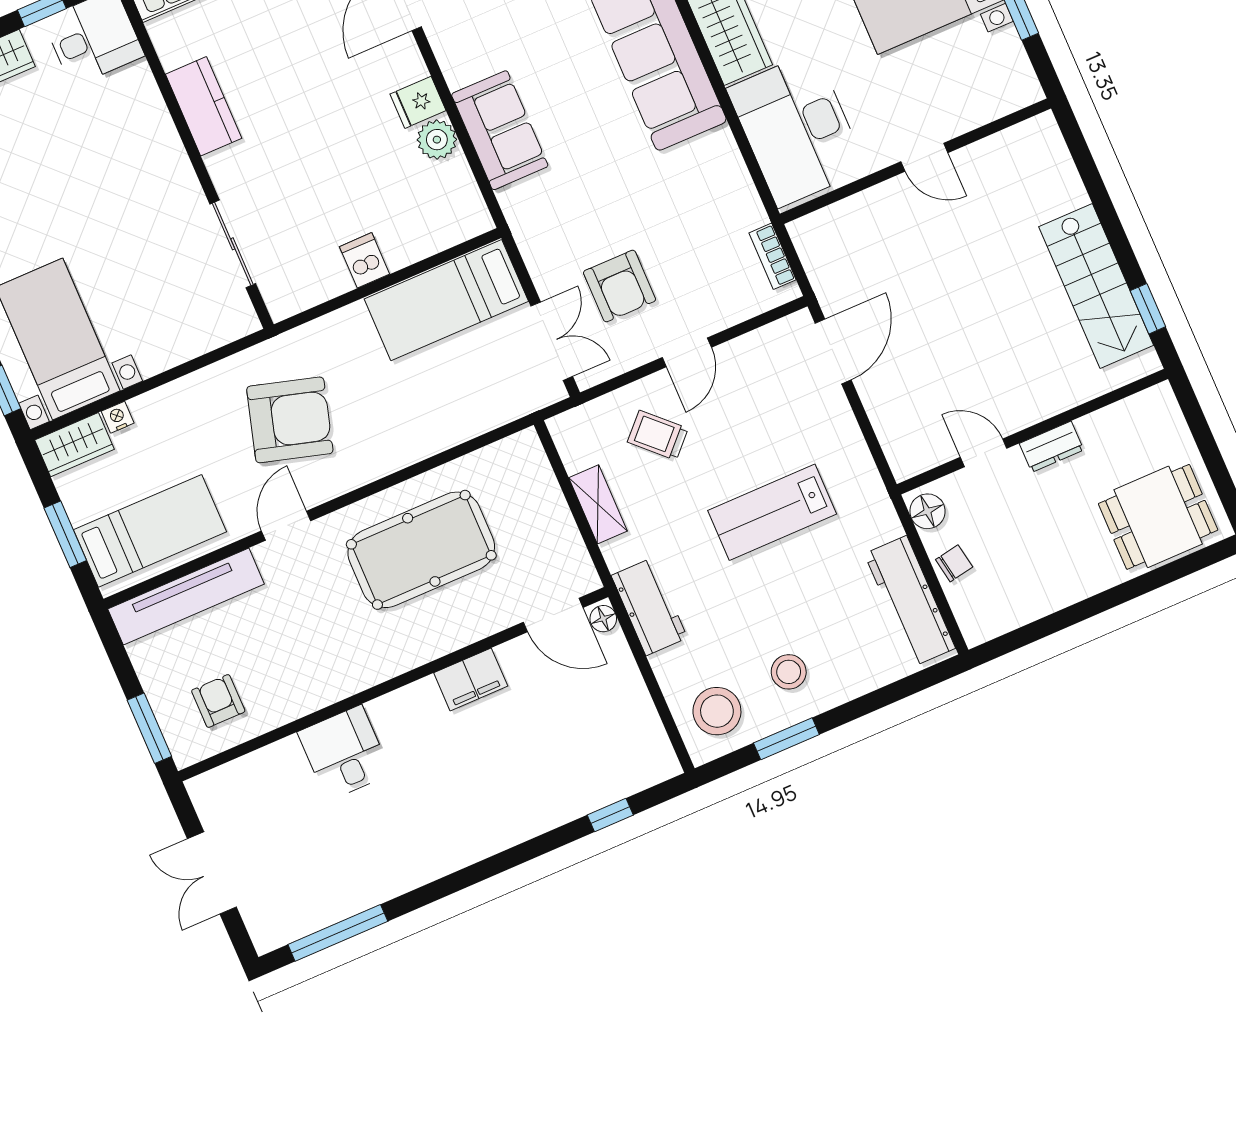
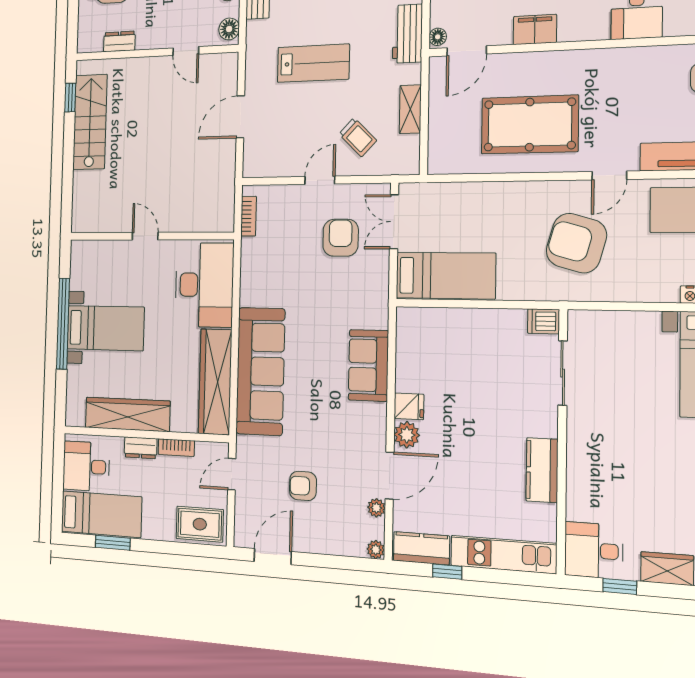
plant: (437, 140) -> (407, 435), moved
dishwasher: (364, 260) -> (543, 321), moved, turned 90
door: (833, 351) -> (240, 117), moved
dresser: (1052, 447) -> (119, 41), moved
door: (553, 615) -> (467, 51), swing flipped

